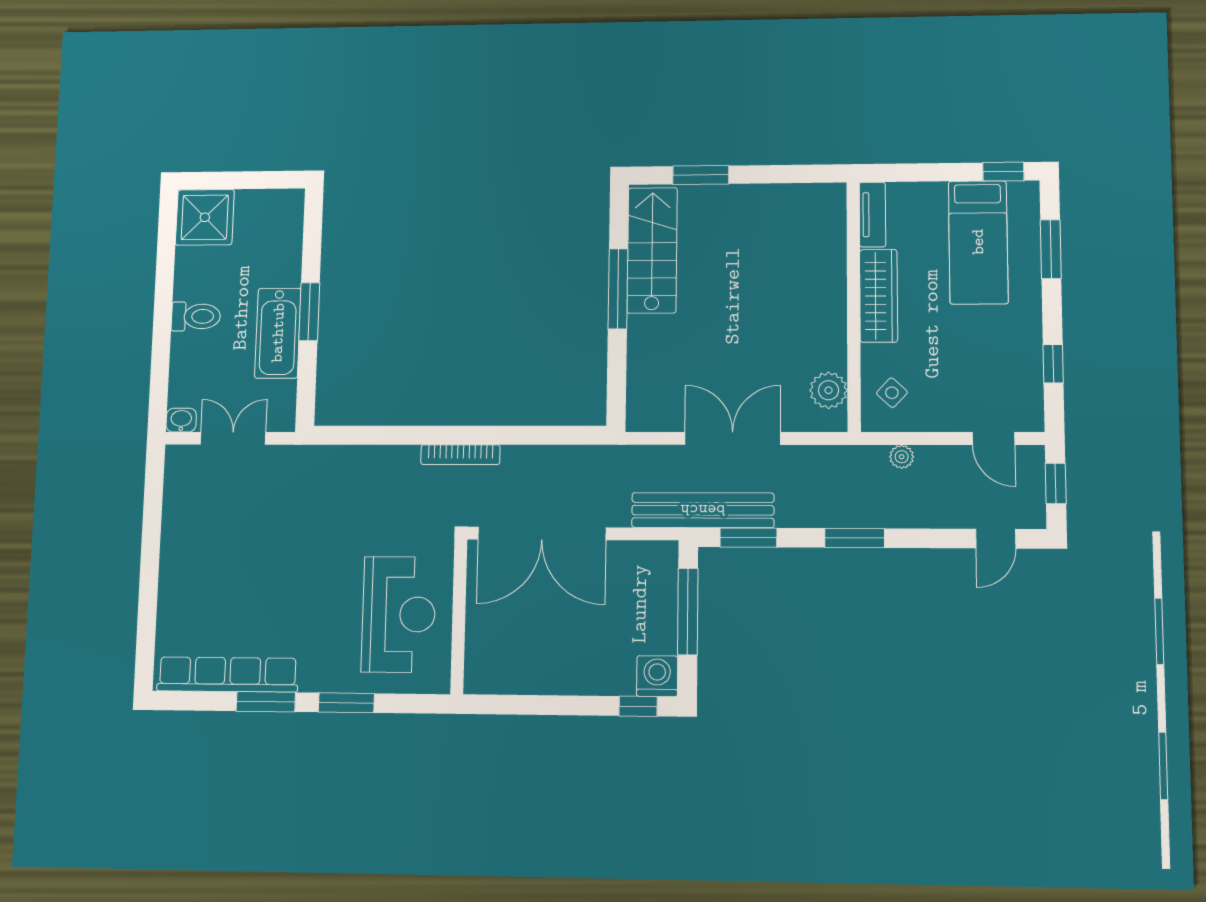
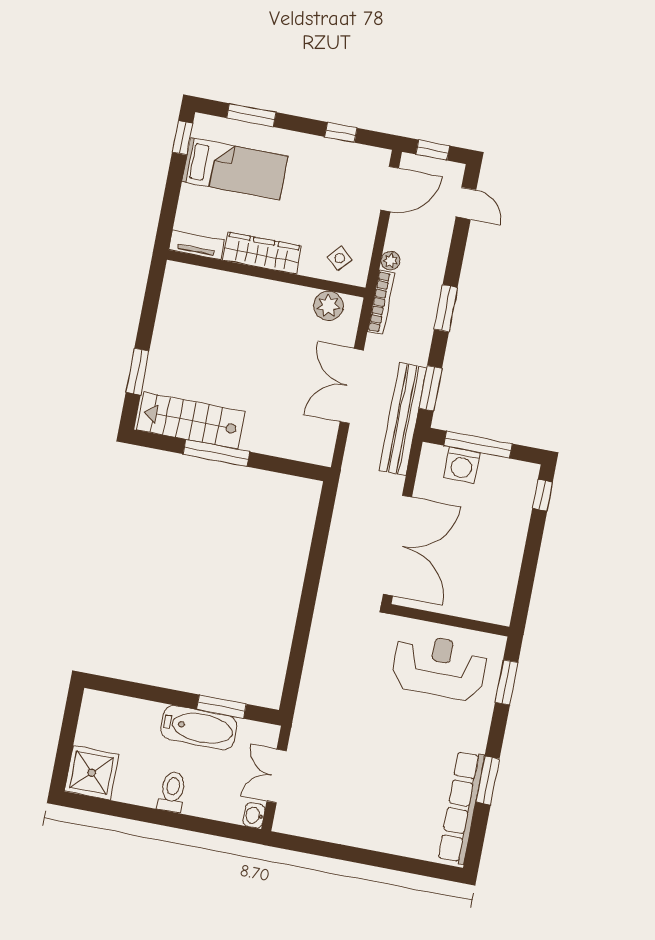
window: (309, 312) -> (221, 707), moved
door: (993, 438) -> (390, 189), width x1.38
bookcase: (460, 455) -> (381, 302), moved
washing machine: (657, 676) -> (462, 465), moved, turned -90
window: (346, 703) -> (507, 682), moved

